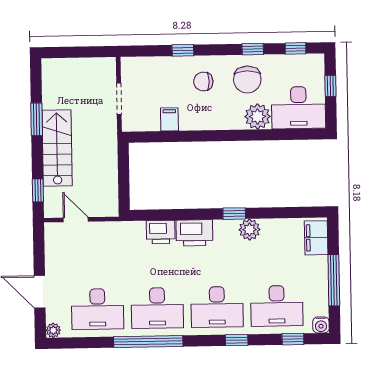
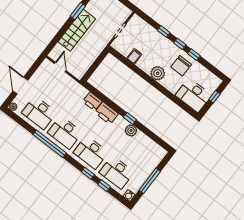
window: (295, 48) -> (180, 44), moved
chair: (203, 81) -> (162, 52), removed
plant: (258, 117) -> (158, 73), moved
window: (38, 190) -> (54, 42), removed
filing cabinet: (316, 238) -> (157, 157), removed
window: (293, 339) -> (104, 186), moved

